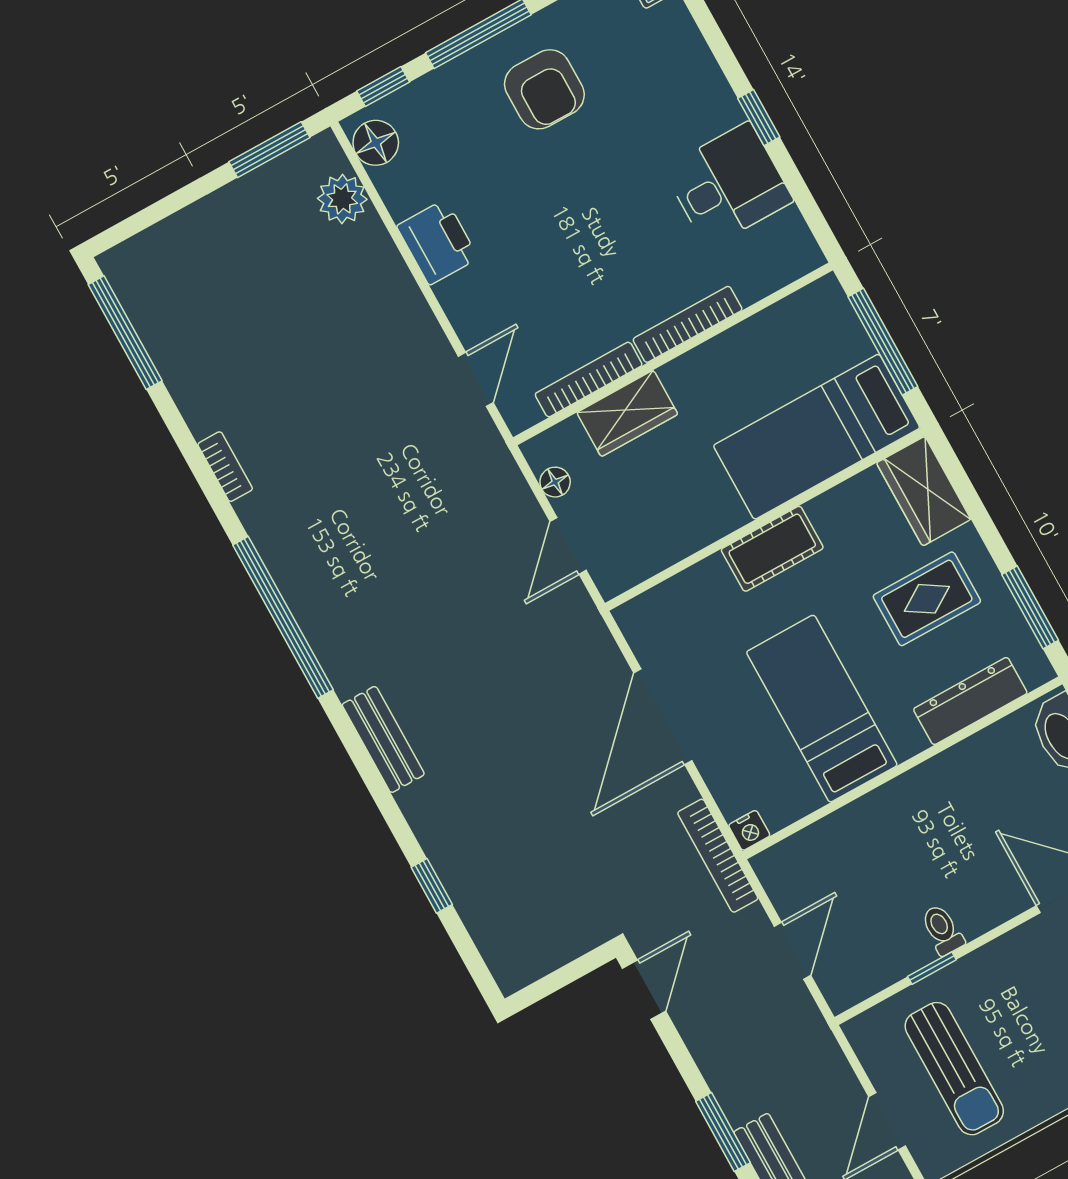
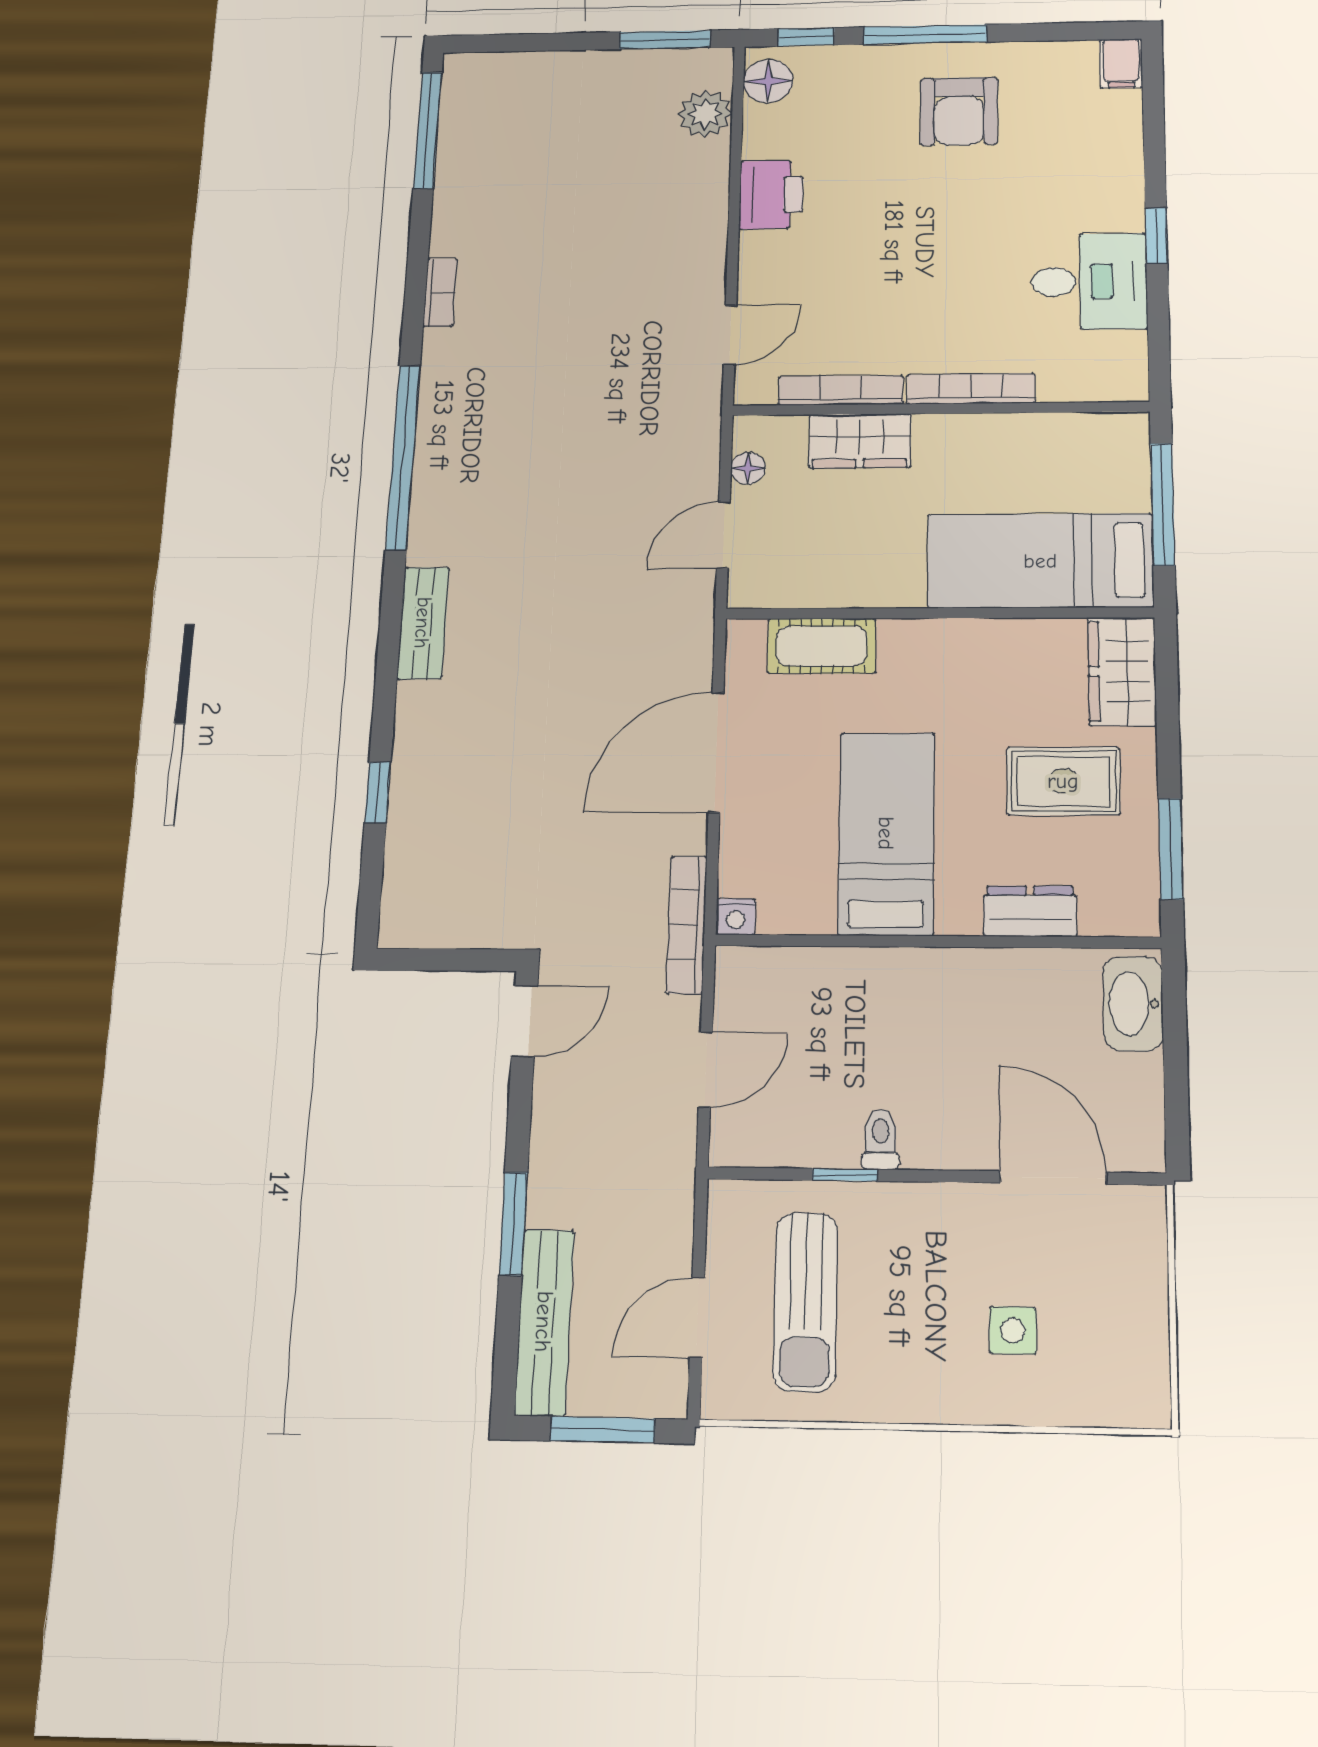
cot: (772, 549) -> (822, 646), moved
dresser: (970, 701) -> (1030, 911), width x0.70

